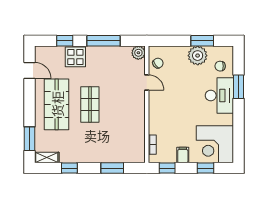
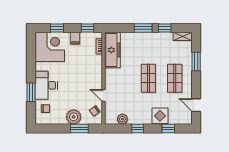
window: (104, 41) -> (138, 129), width x0.46
window: (202, 41) -> (79, 129), moved
plant: (138, 53) -> (122, 119), moved
plant: (198, 56) -> (74, 117), moved
shop shelf: (57, 104) -> (175, 78), width x0.70, depth x0.74
window: (30, 139) -> (196, 61), moved
freezer: (135, 140) -> (112, 50), added
window: (112, 168) -> (143, 28), moved

